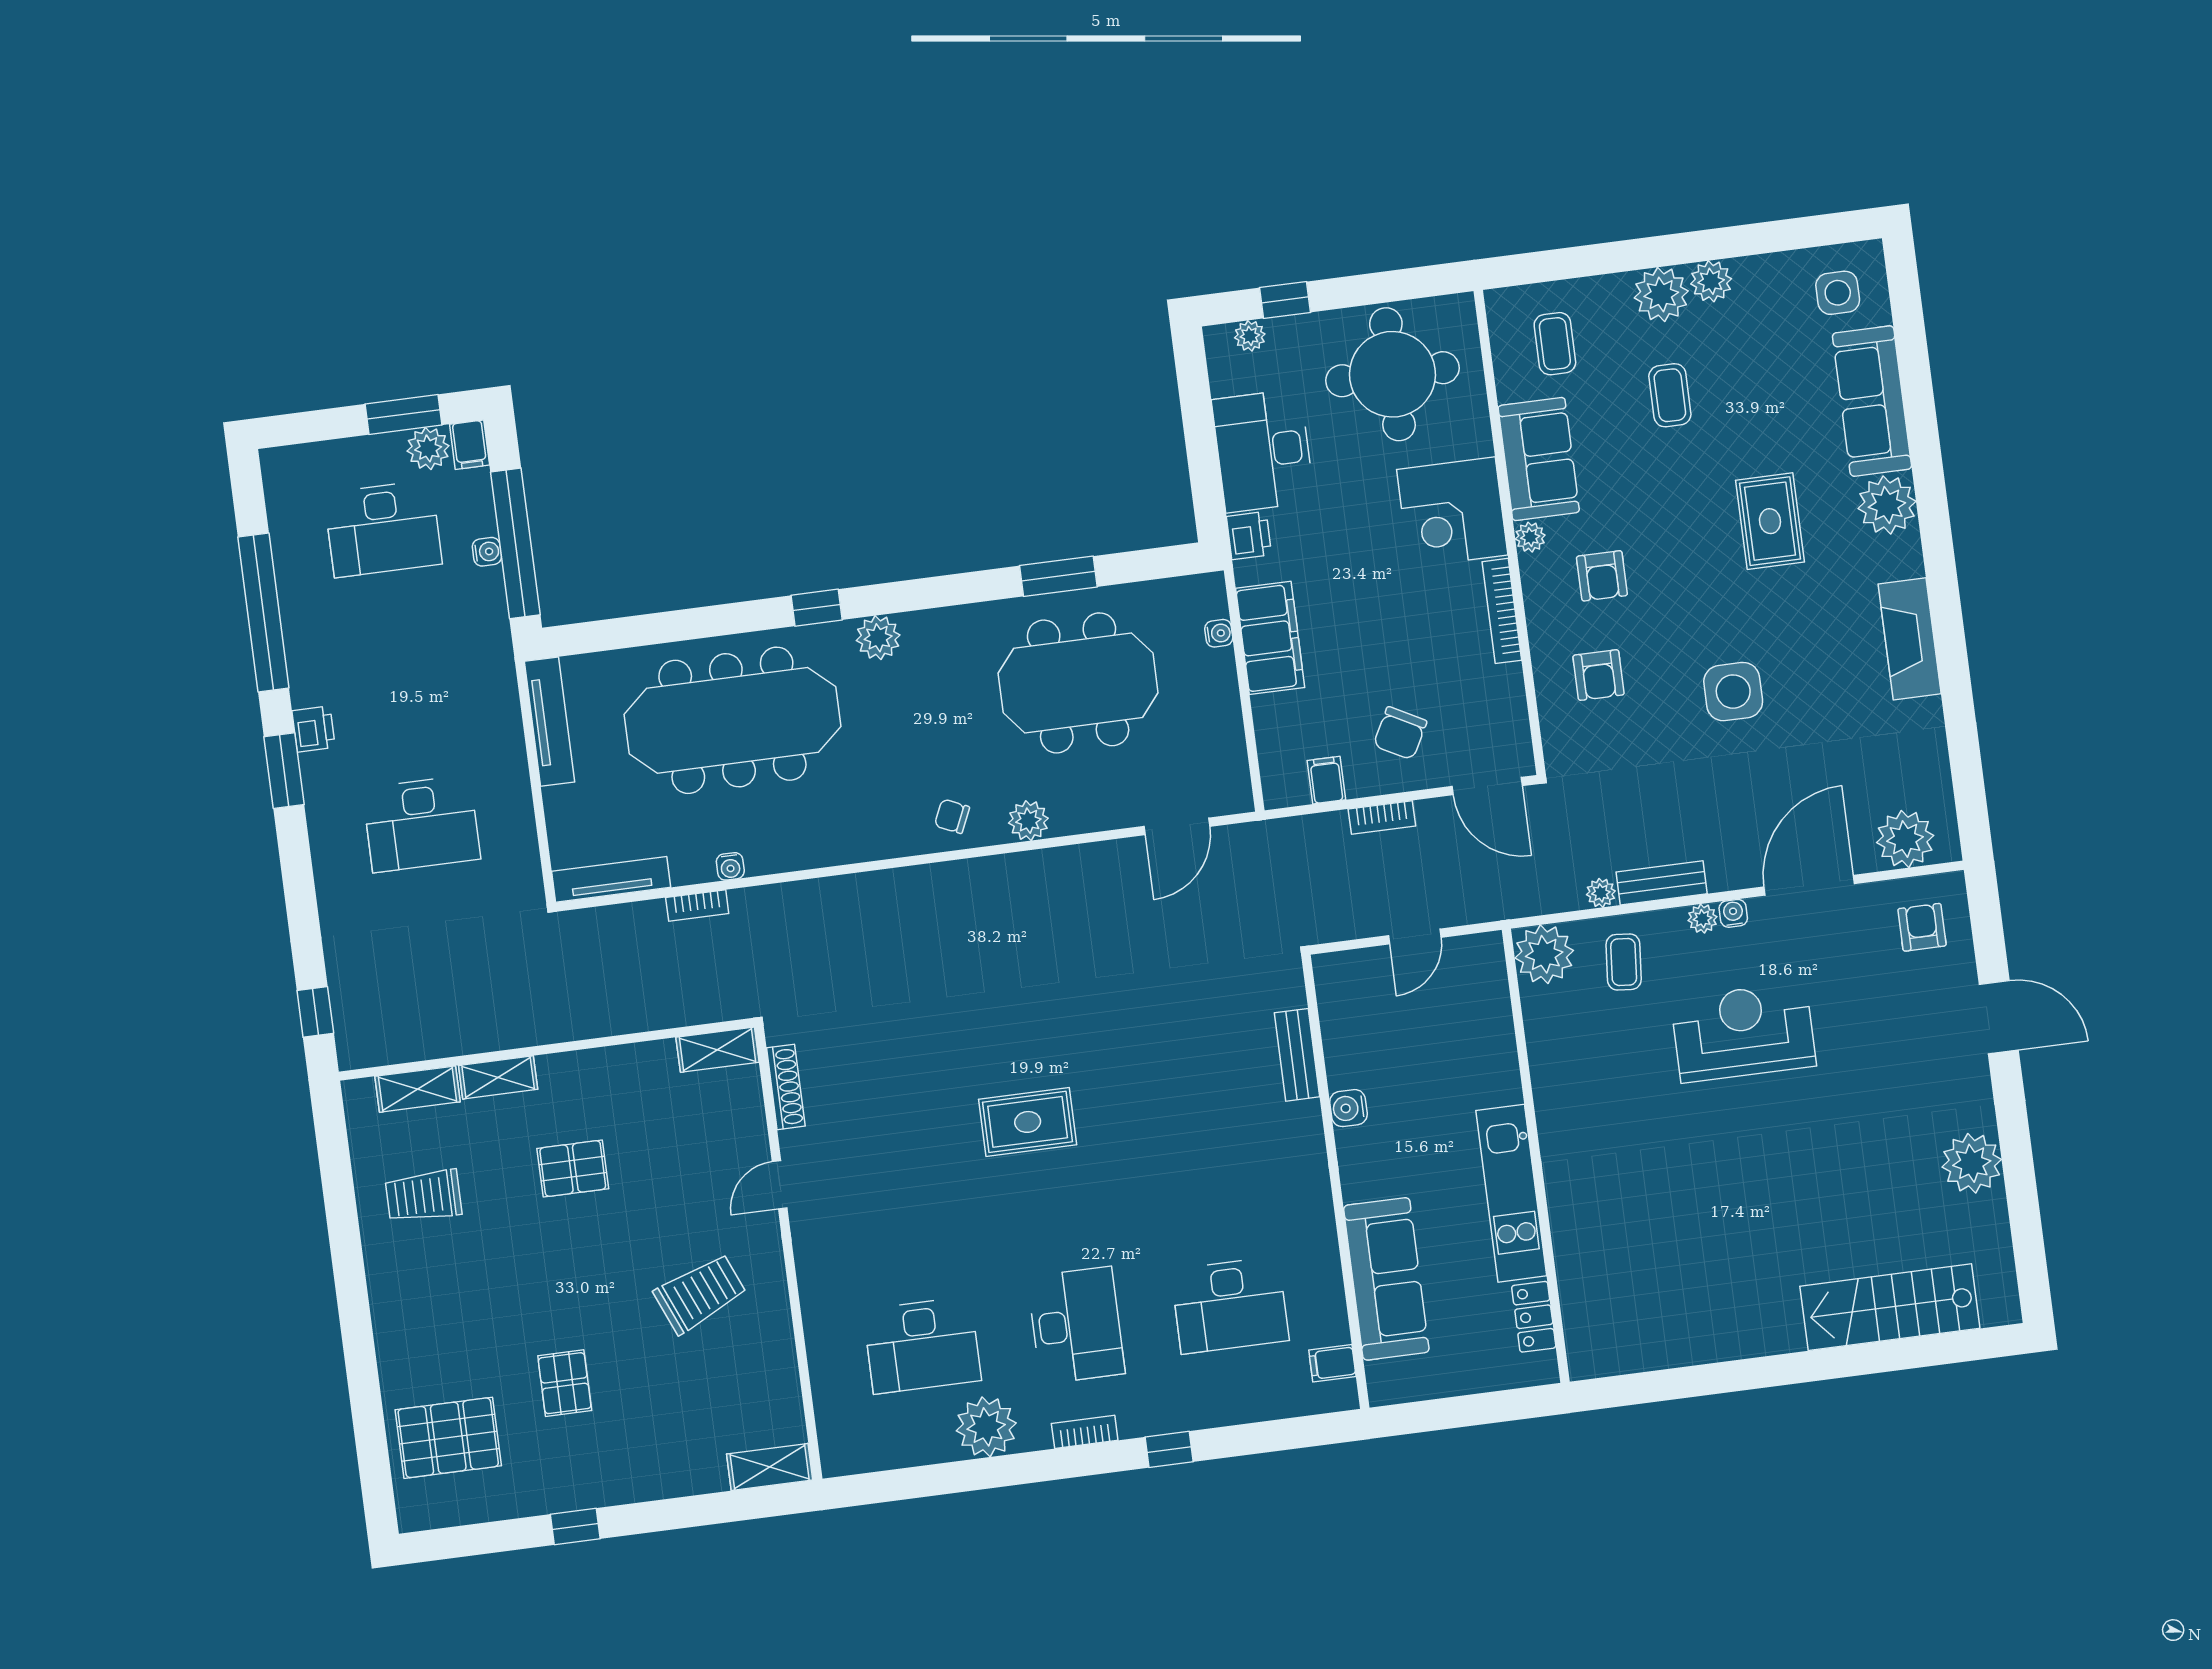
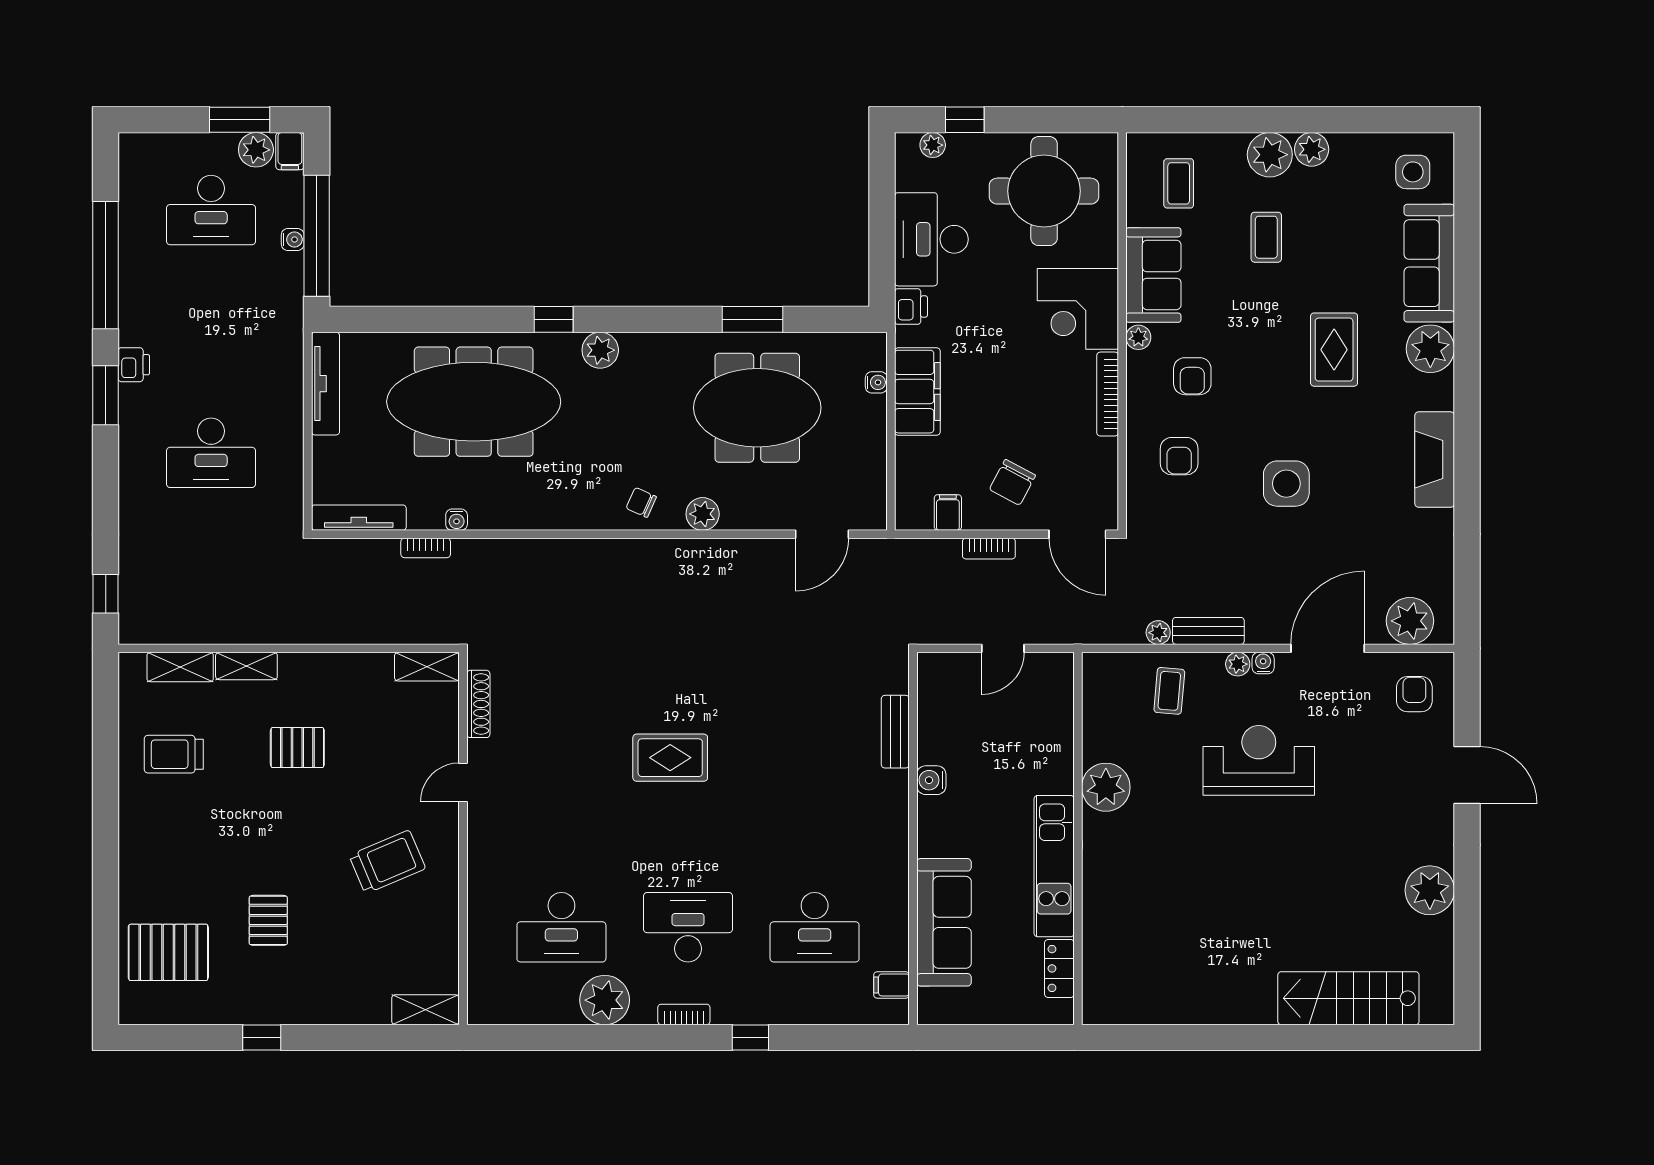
plant: (1544, 954) -> (1106, 787), moved
desk: (1076, 1325) -> (688, 927), turned -90

